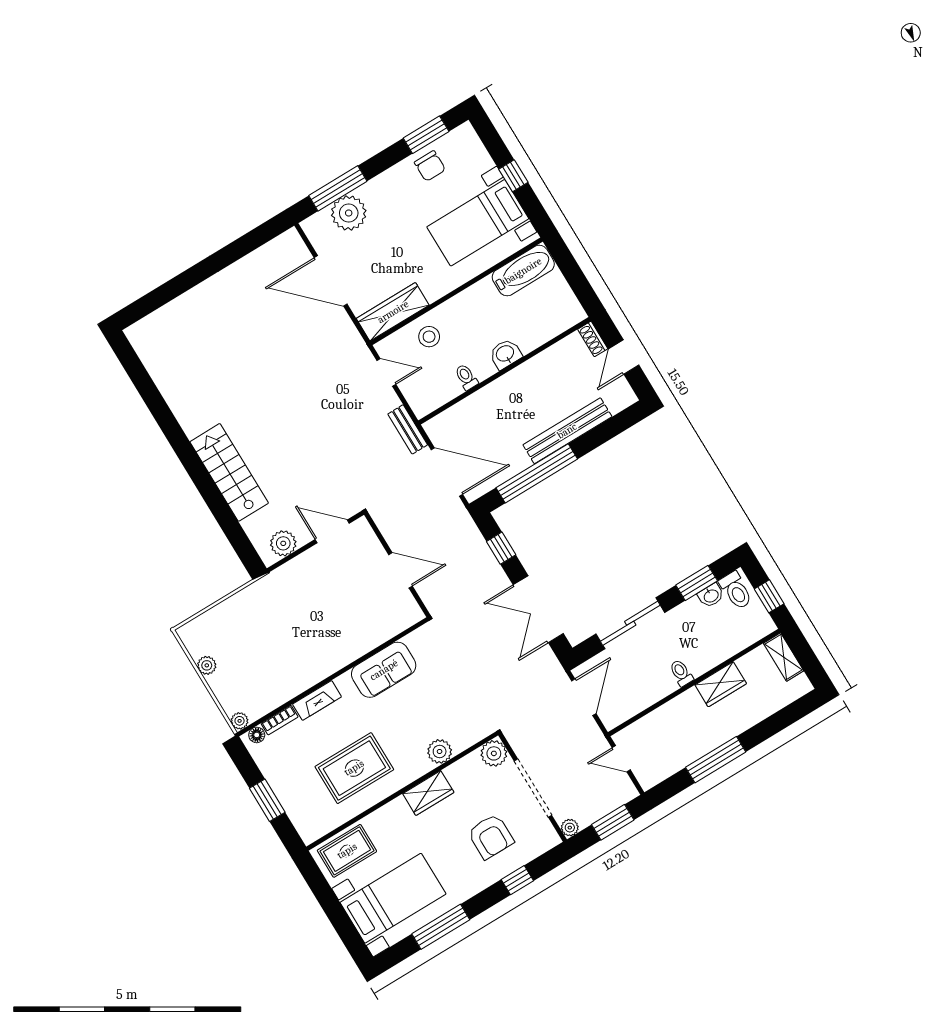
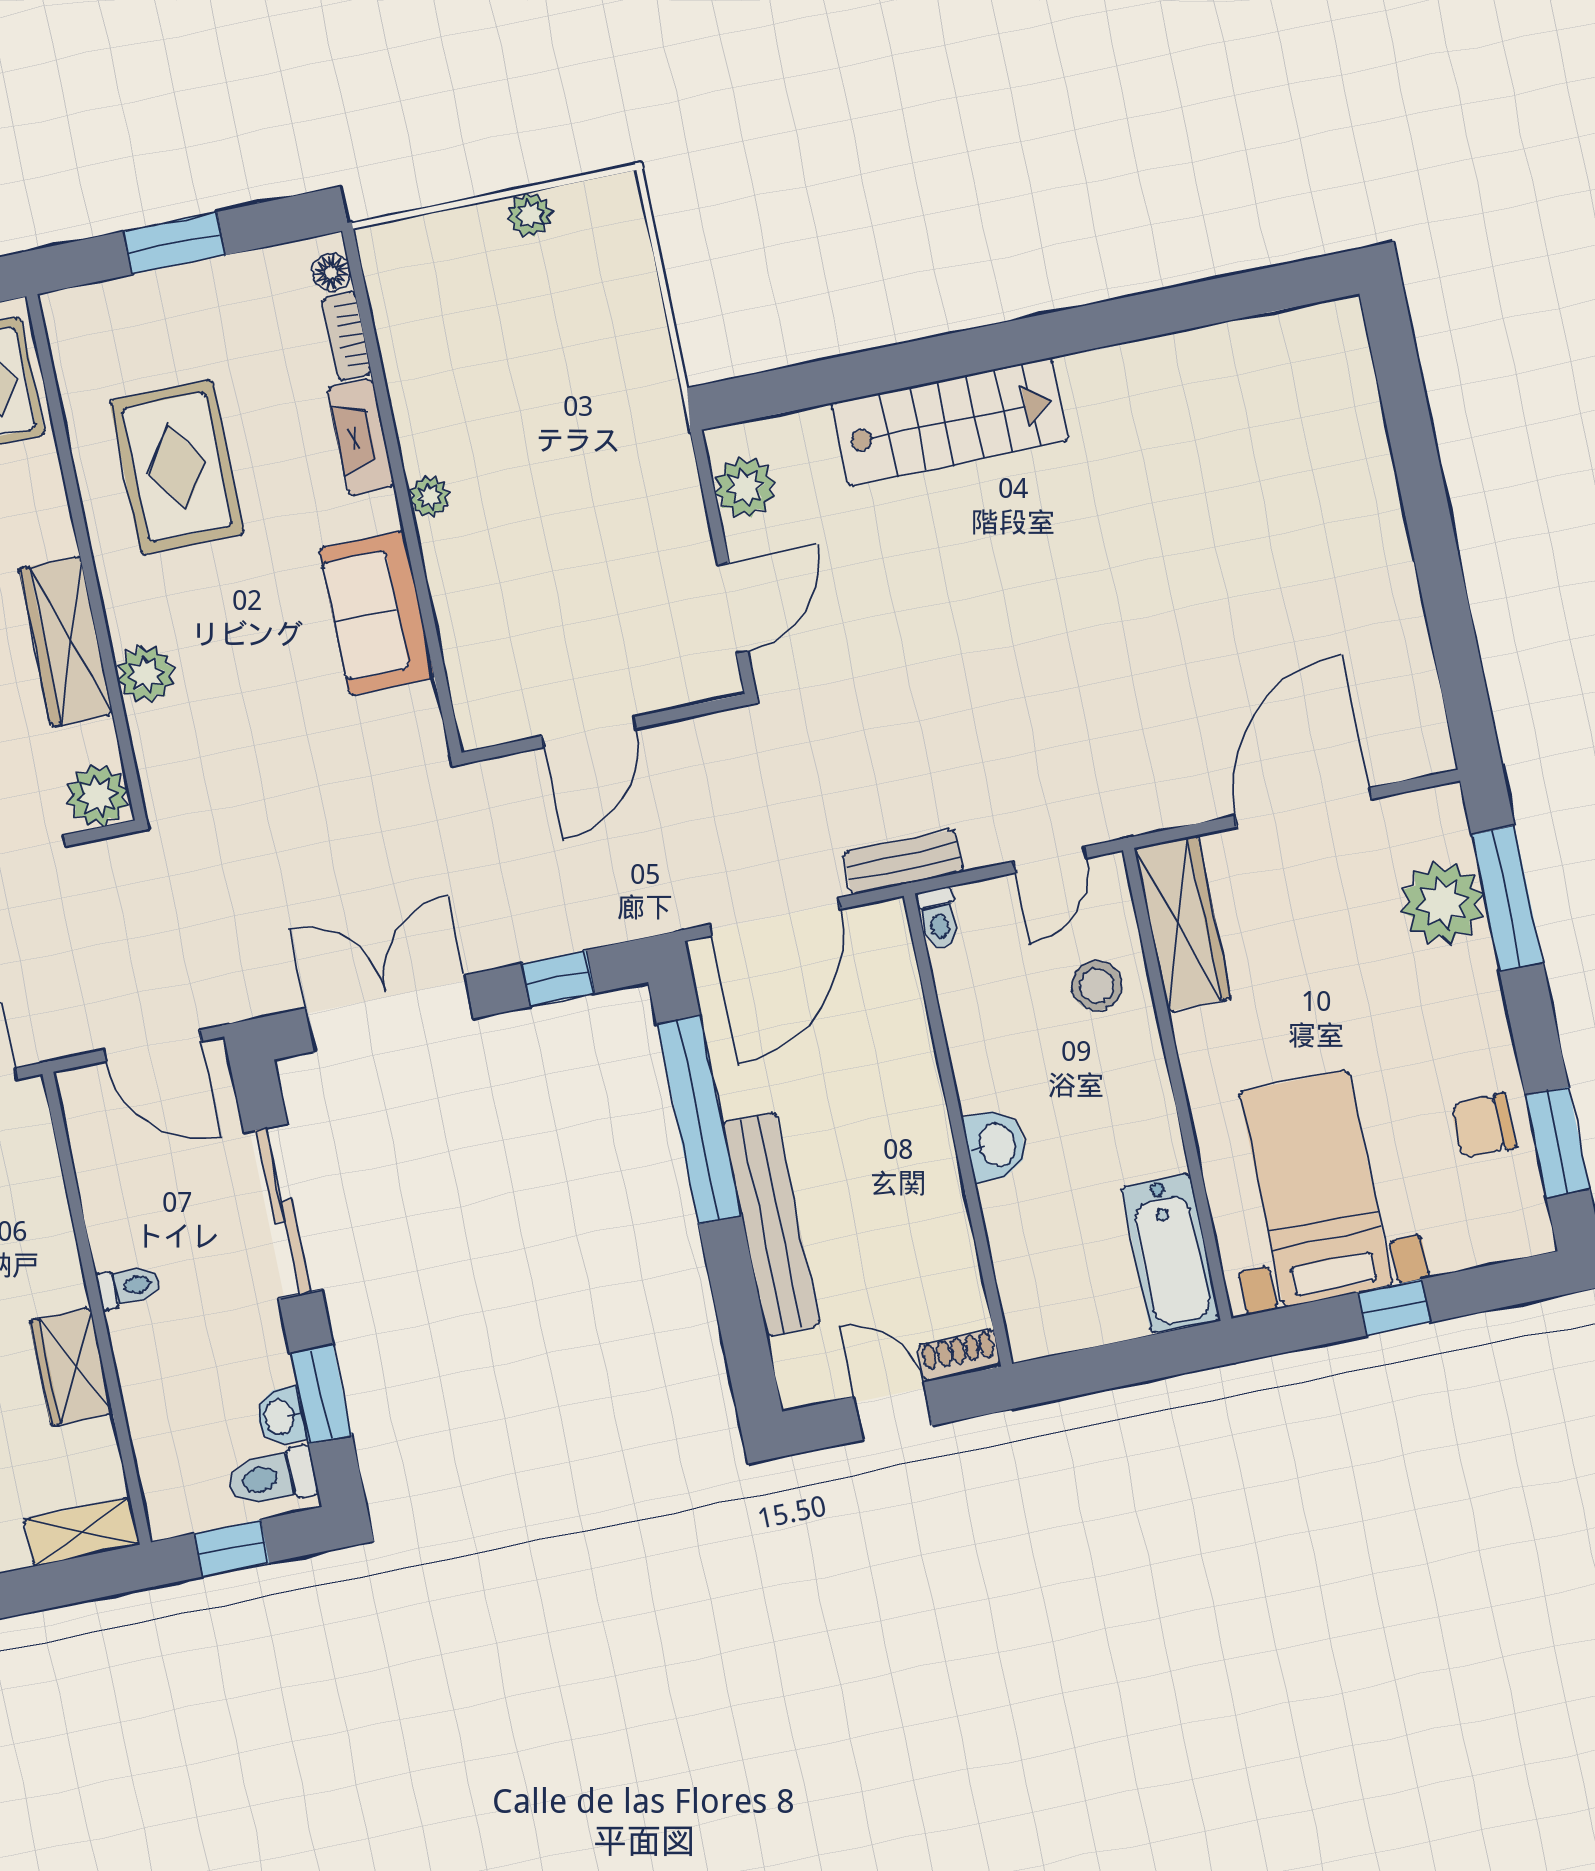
toilet: (466, 377) -> (938, 919), moved, turned 90
plant: (240, 721) -> (429, 497), moved
wardrobe: (428, 793) -> (66, 641), width x1.50

